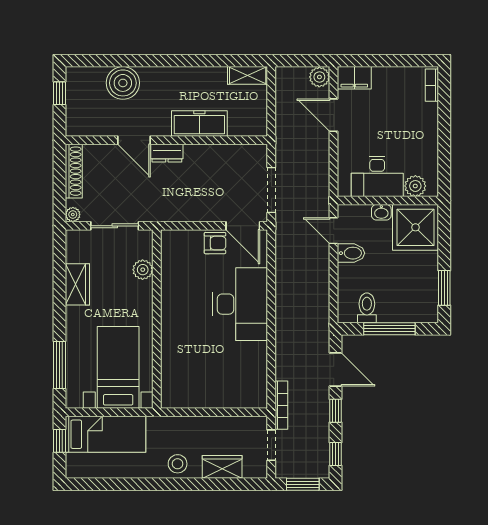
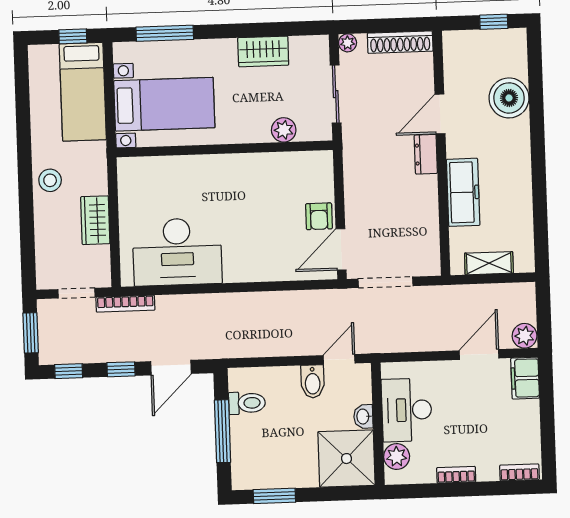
shelving: (248, 75) -> (489, 263), moved, turned 90
bookcase: (432, 137) -> (456, 475), added
desk: (240, 304) -> (177, 252), moved
wardrobe: (222, 467) -> (95, 220), moved, turned 180

